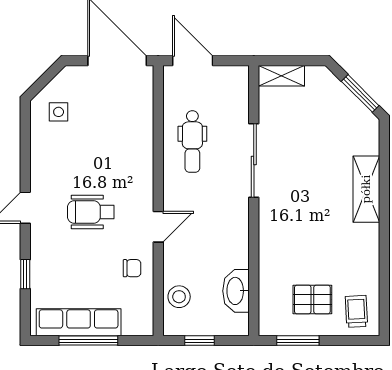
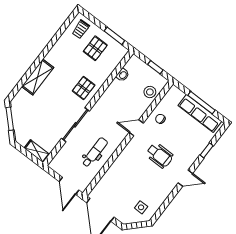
pallet: (284, 226) -> (84, 88), added
washbasin: (236, 291) -> (123, 75), width x0.52, depth x0.69
pallet: (312, 299) -> (95, 48), turned 90

